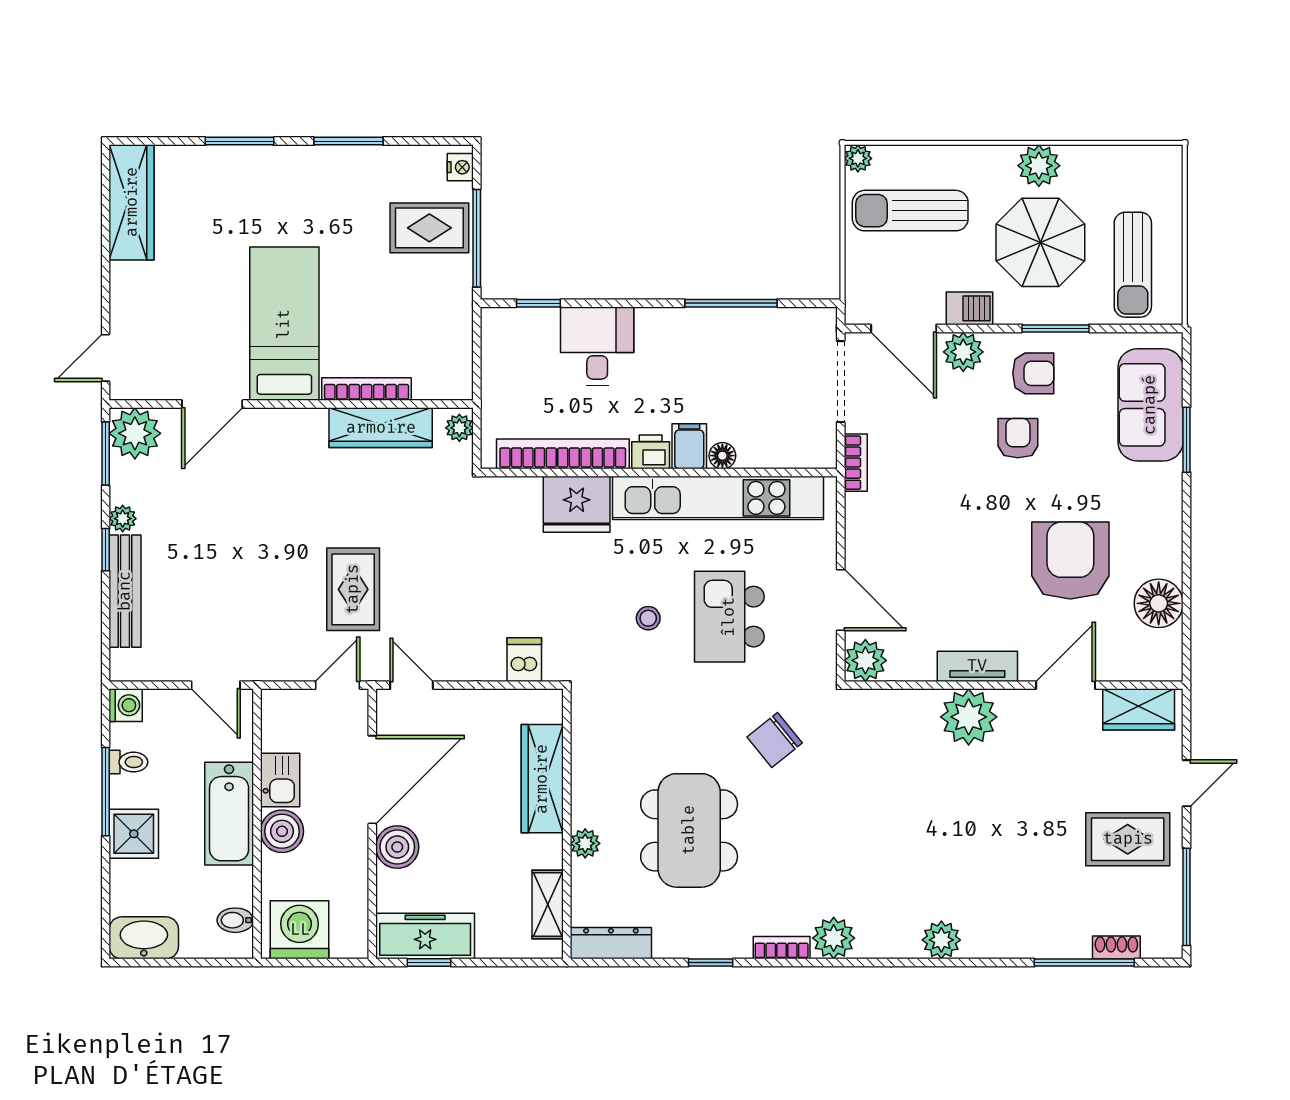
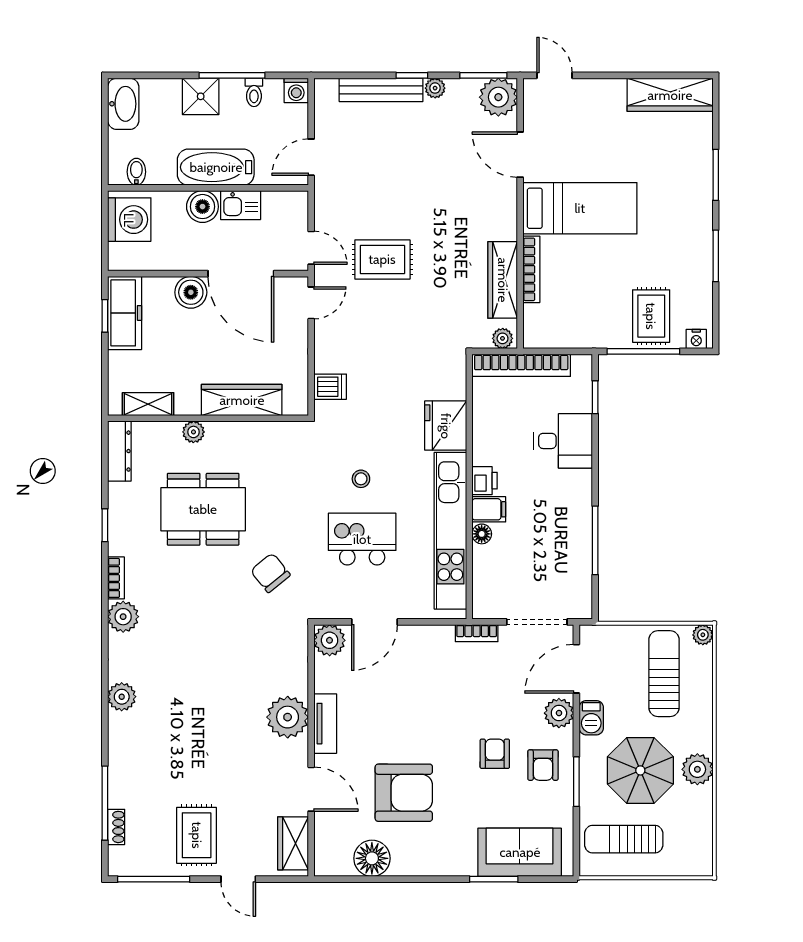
armchair: (1018, 438) -> (495, 754), turned -90
bookcase: (563, 454) -> (521, 365), moved, turned 90

